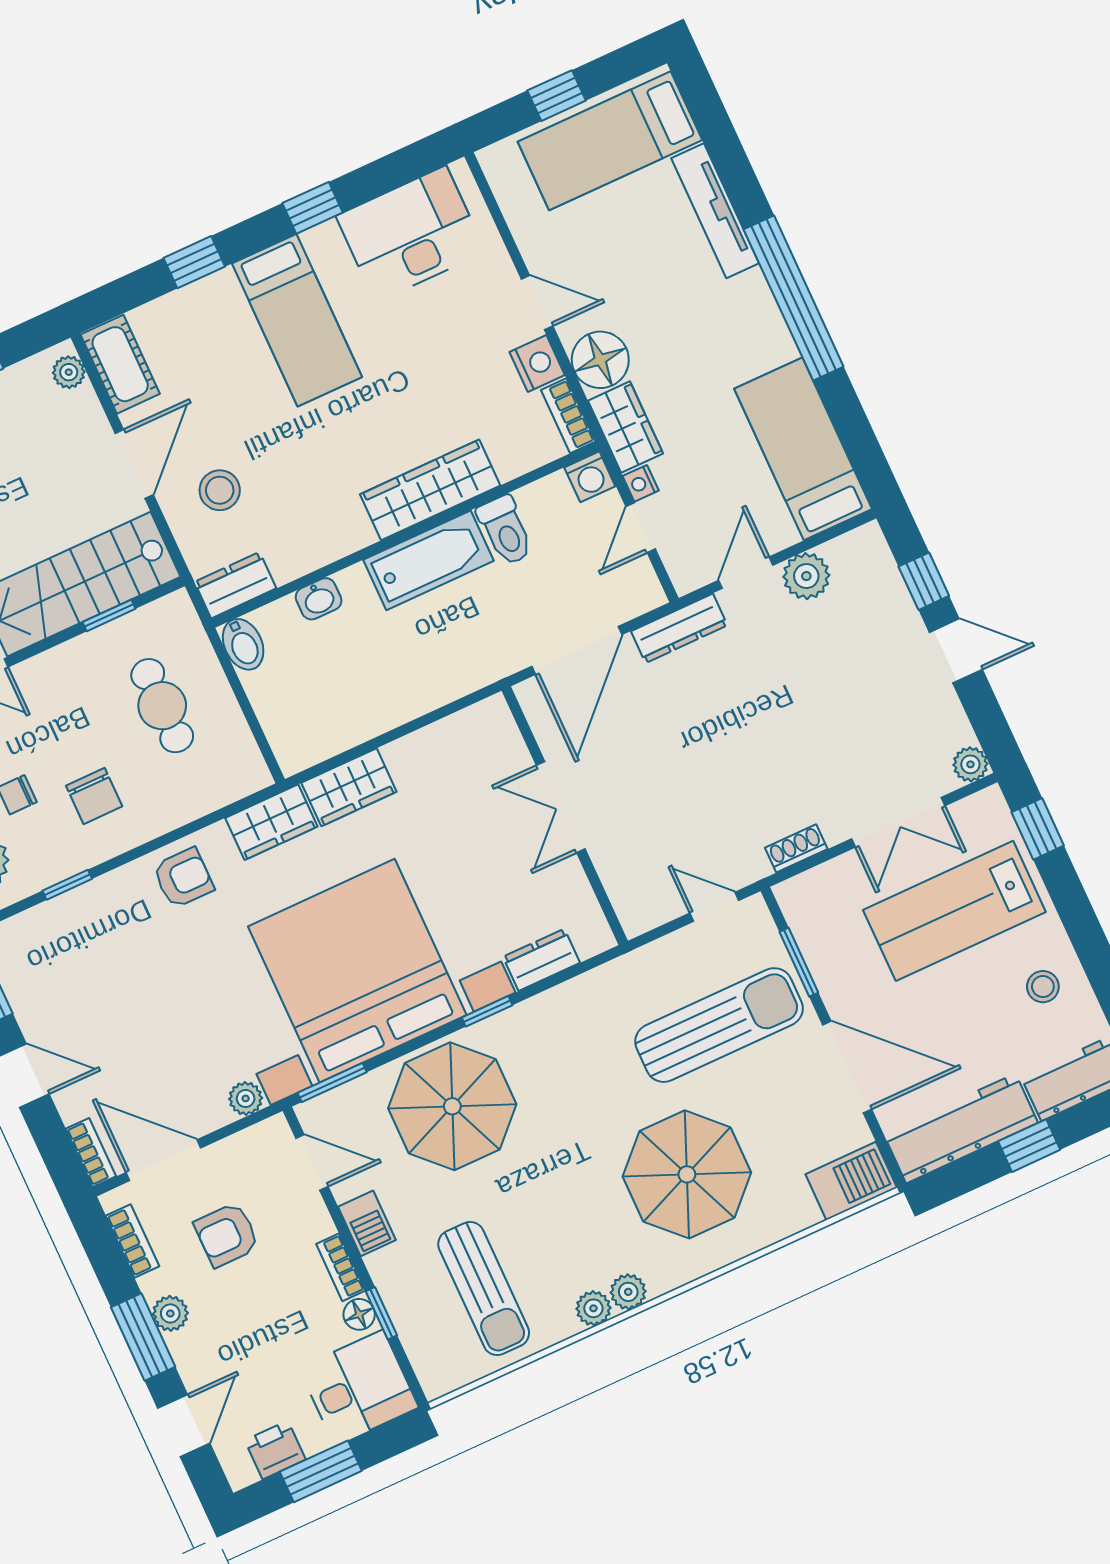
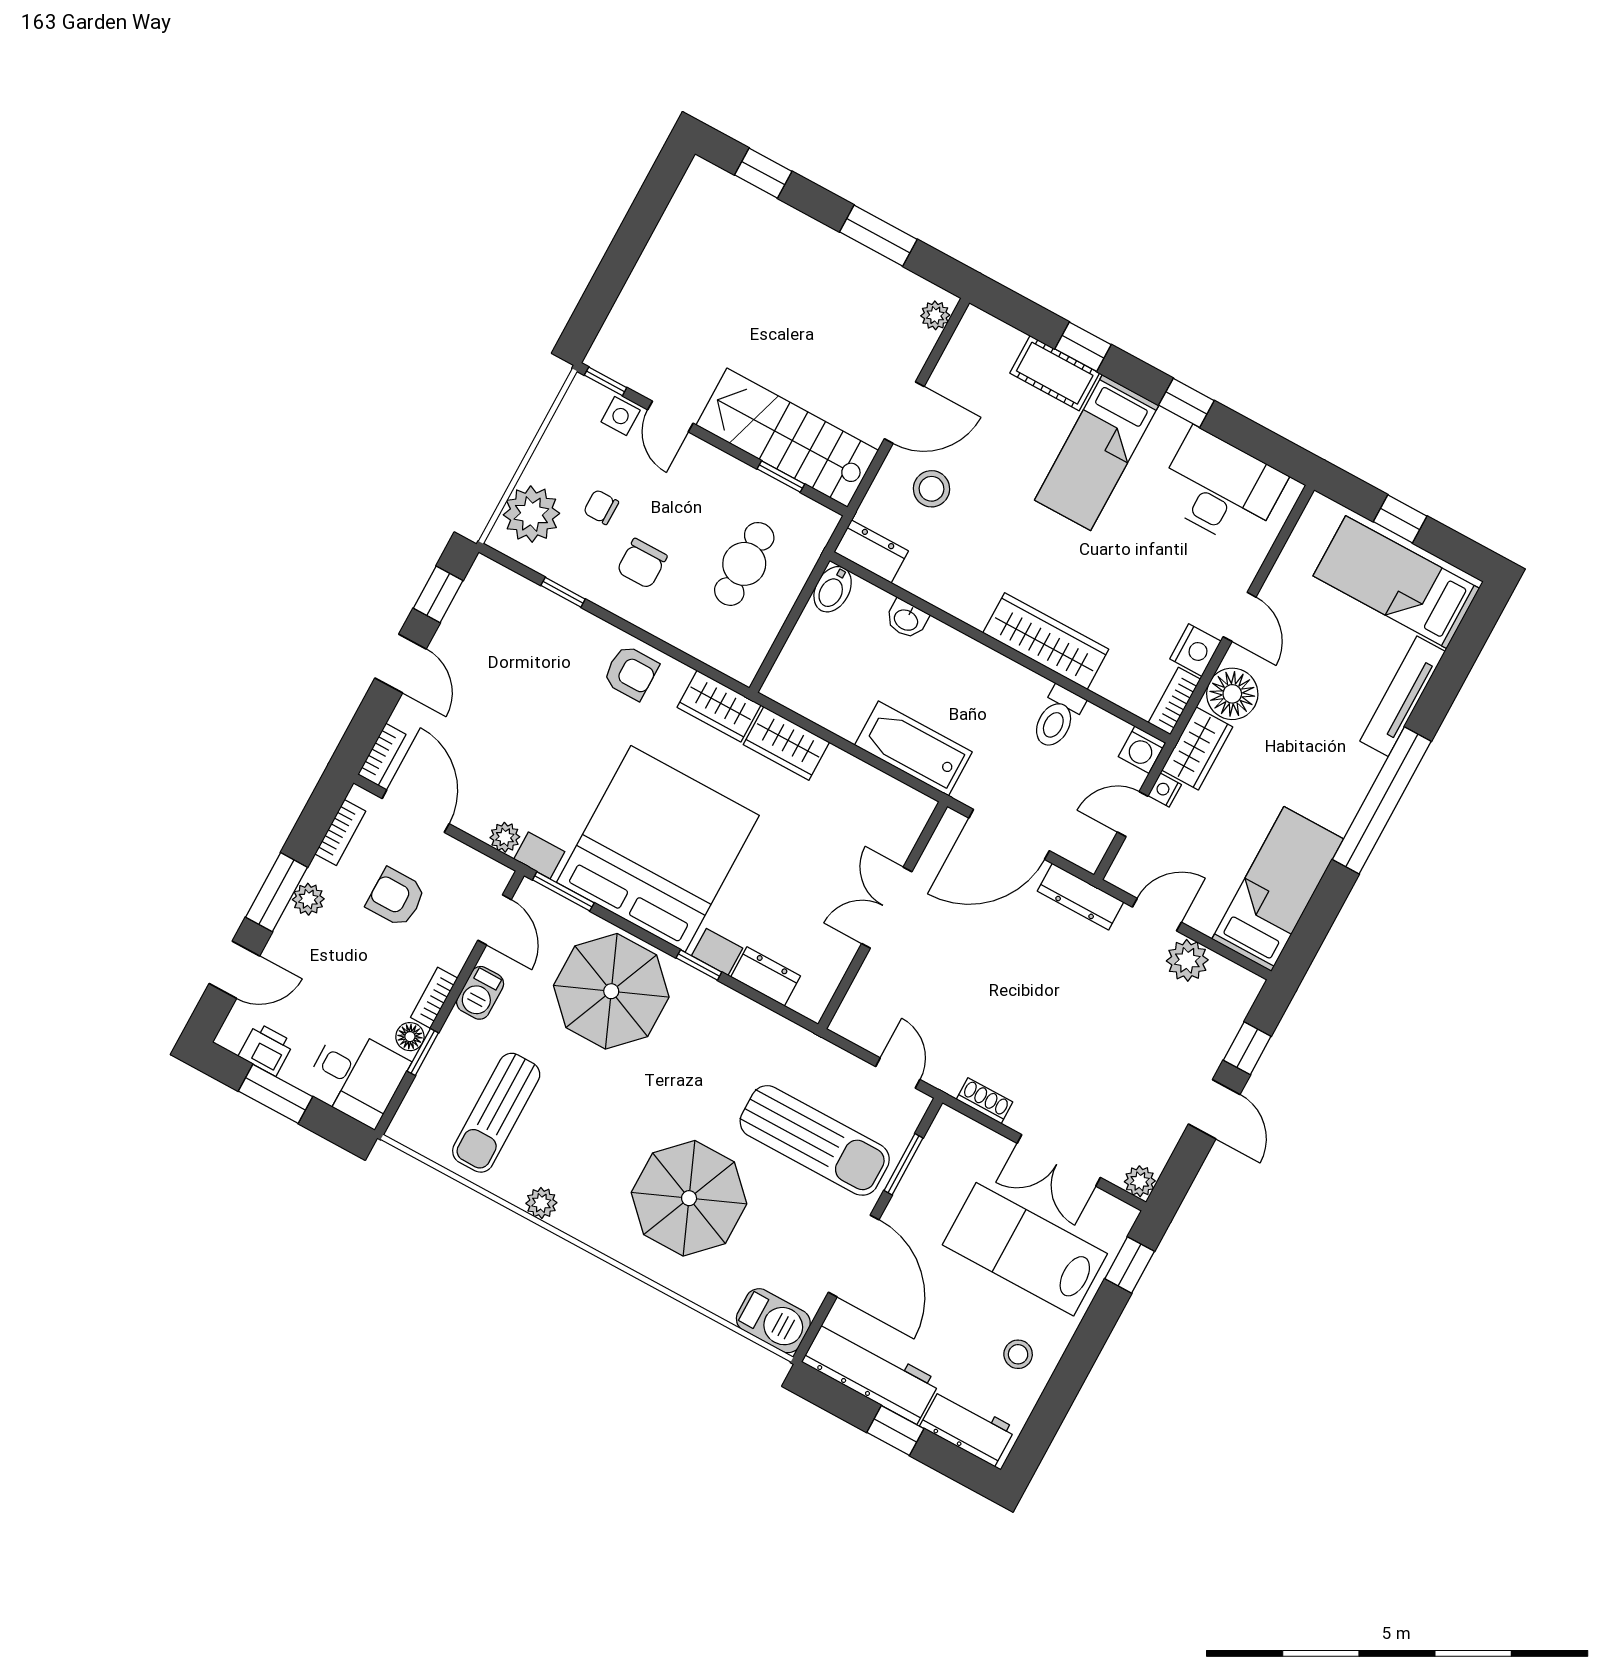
cot: (120, 364) -> (1055, 373), moved, turned 90
bathtub: (428, 560) -> (913, 749), moved, turned 180
plant: (628, 1292) -> (572, 1219), removed

